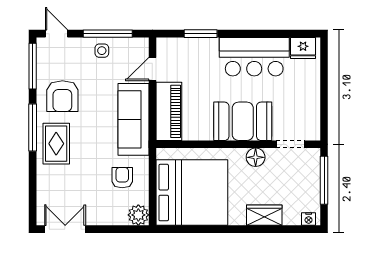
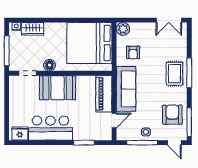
armchair: (62, 96) -> (172, 115), moved
window: (33, 127) -> (189, 73), moved
wardrobe: (264, 215) -> (33, 29), moved

